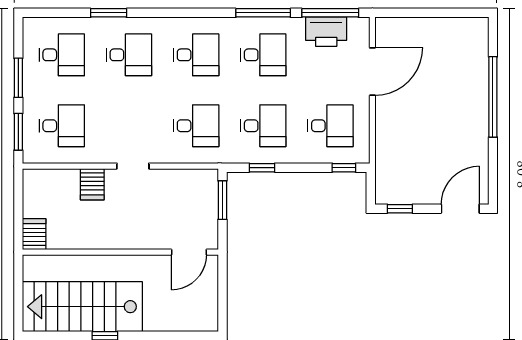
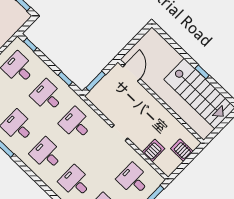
server rack: (92, 184) -> (153, 150), moved
server rack: (34, 234) -> (182, 150), moved, turned 90
door: (189, 252) -> (131, 73), hinge flipped

